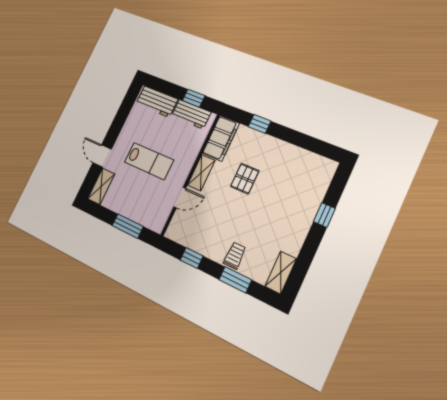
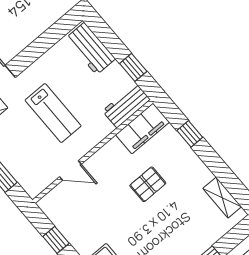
workbench: (191, 114) -> (126, 105), moved, turned 90
shelving: (201, 173) -> (222, 198), moved, turned 90

